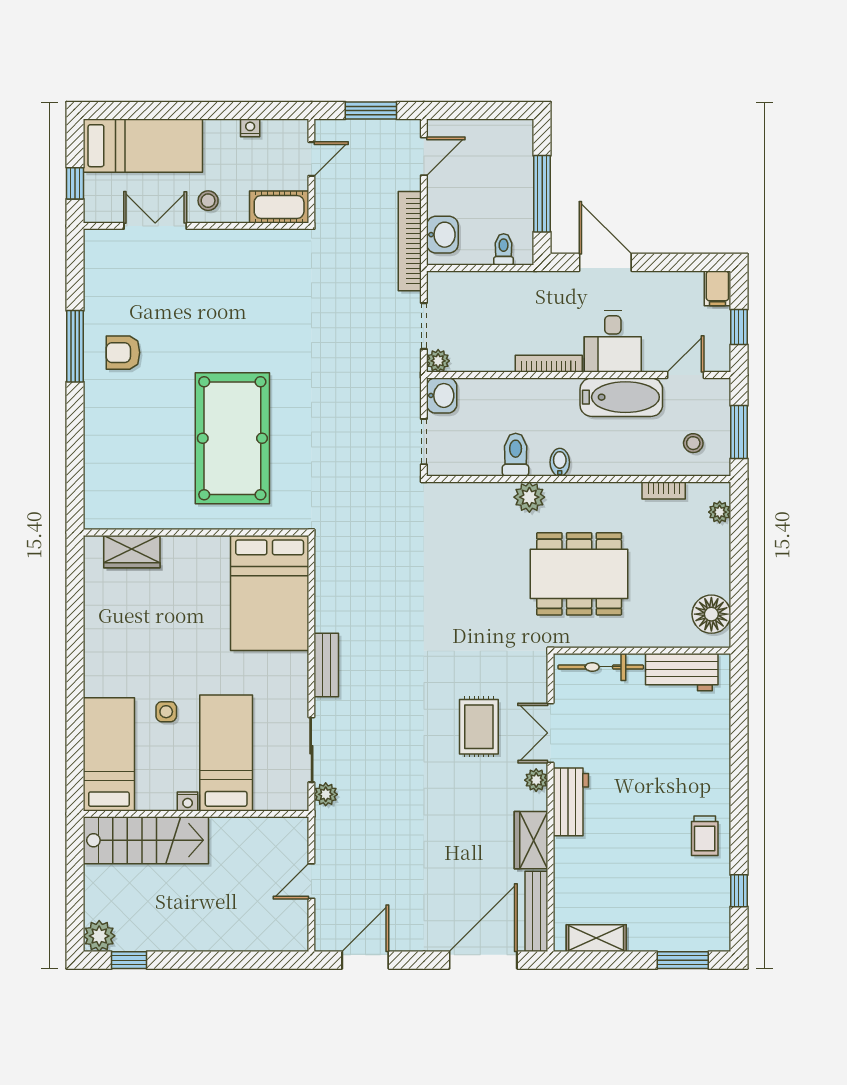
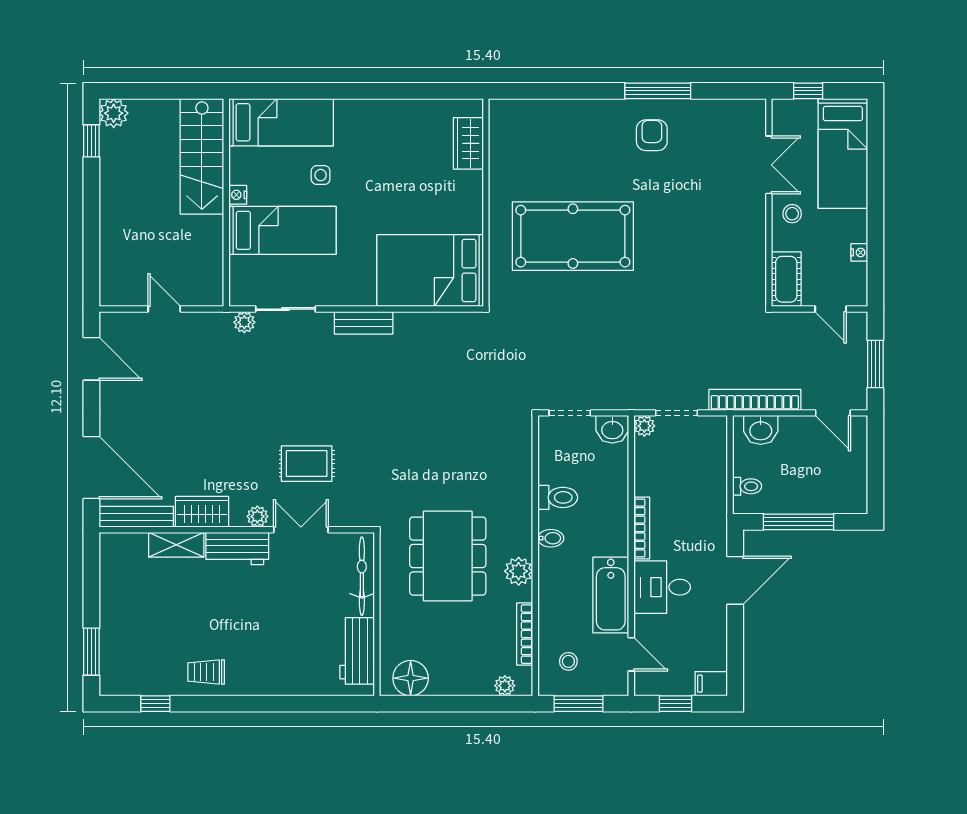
bookcase: (664, 490) -> (525, 634), width x1.56
plant: (529, 497) -> (519, 571), moved
shelving: (596, 938) -> (176, 545), moved, turned 90

